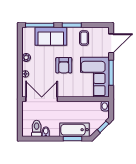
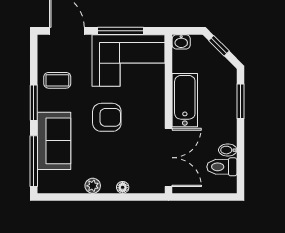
double door: (42, 99) -> (169, 158), swing flipped
bathtub: (74, 130) -> (185, 100), moved, turned 180

